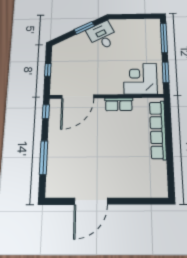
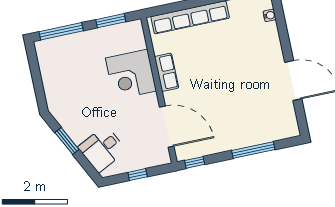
desk: (102, 36) -> (102, 149), moved
corner desk: (140, 79) -> (131, 74), moved
water cooler: (148, 193) -> (270, 15), added

